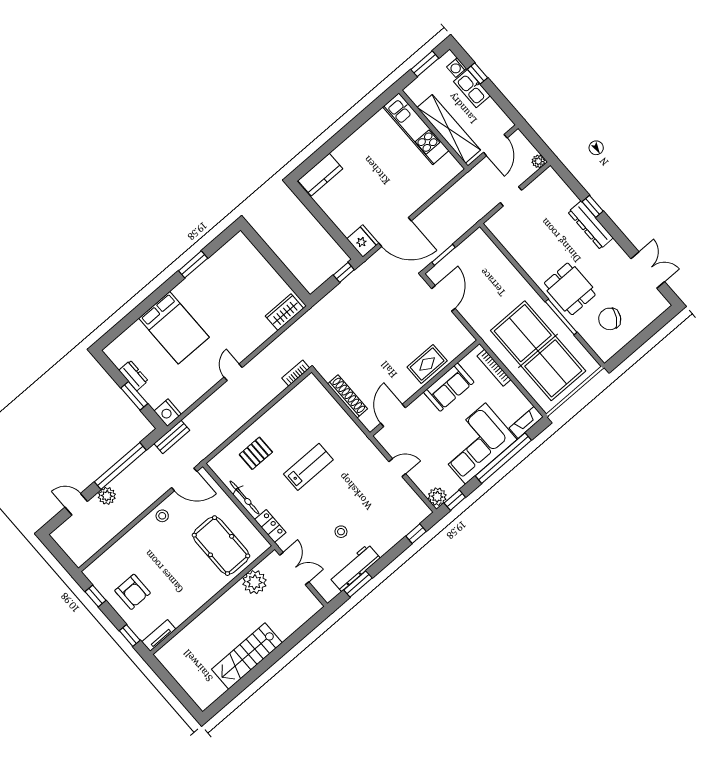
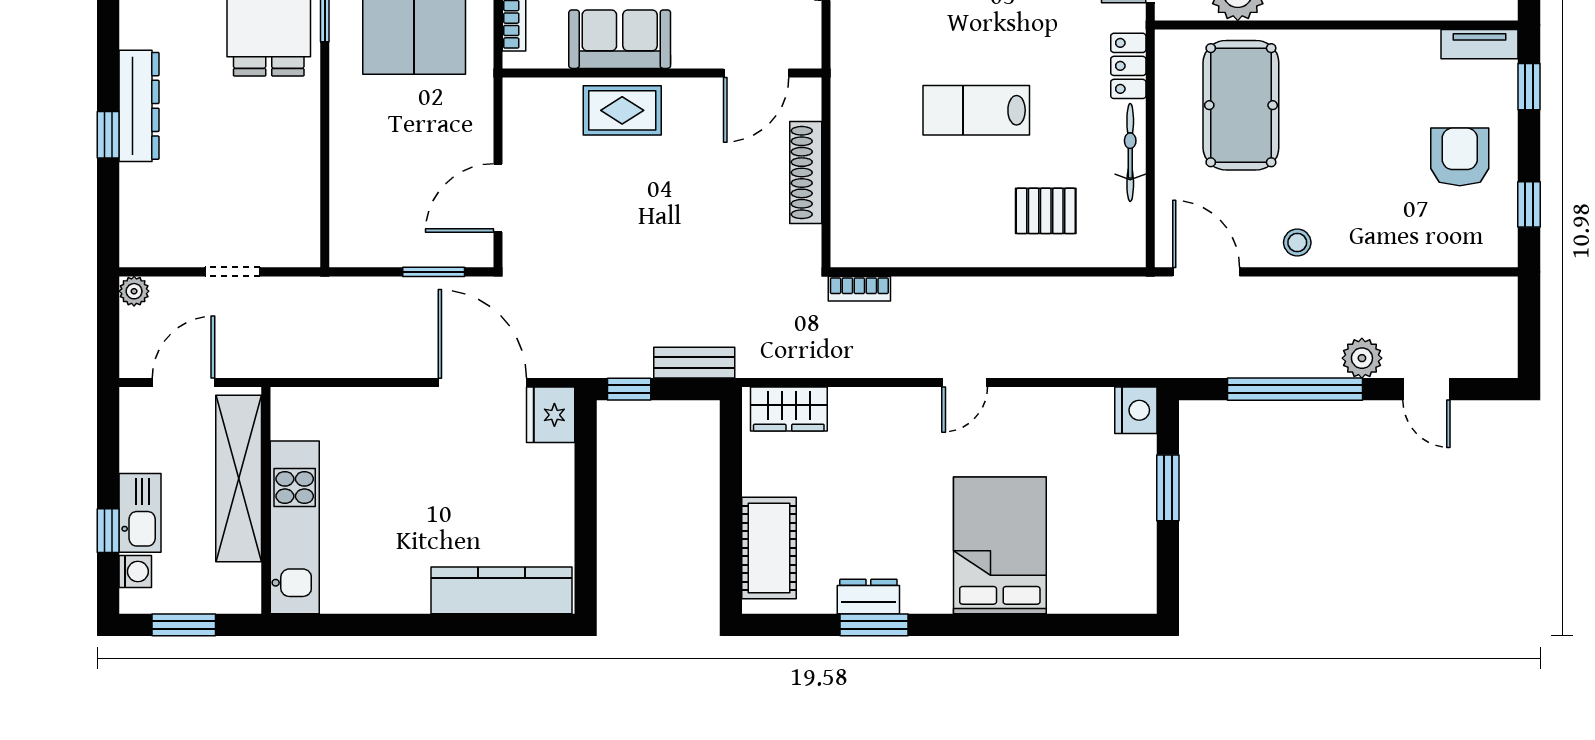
kitchen counter: (320, 175) -> (502, 590), width x1.50
cot: (251, 260) -> (769, 548), added
dresser: (133, 376) -> (868, 596), moved, turned 90
bench: (172, 437) -> (694, 363), moved

